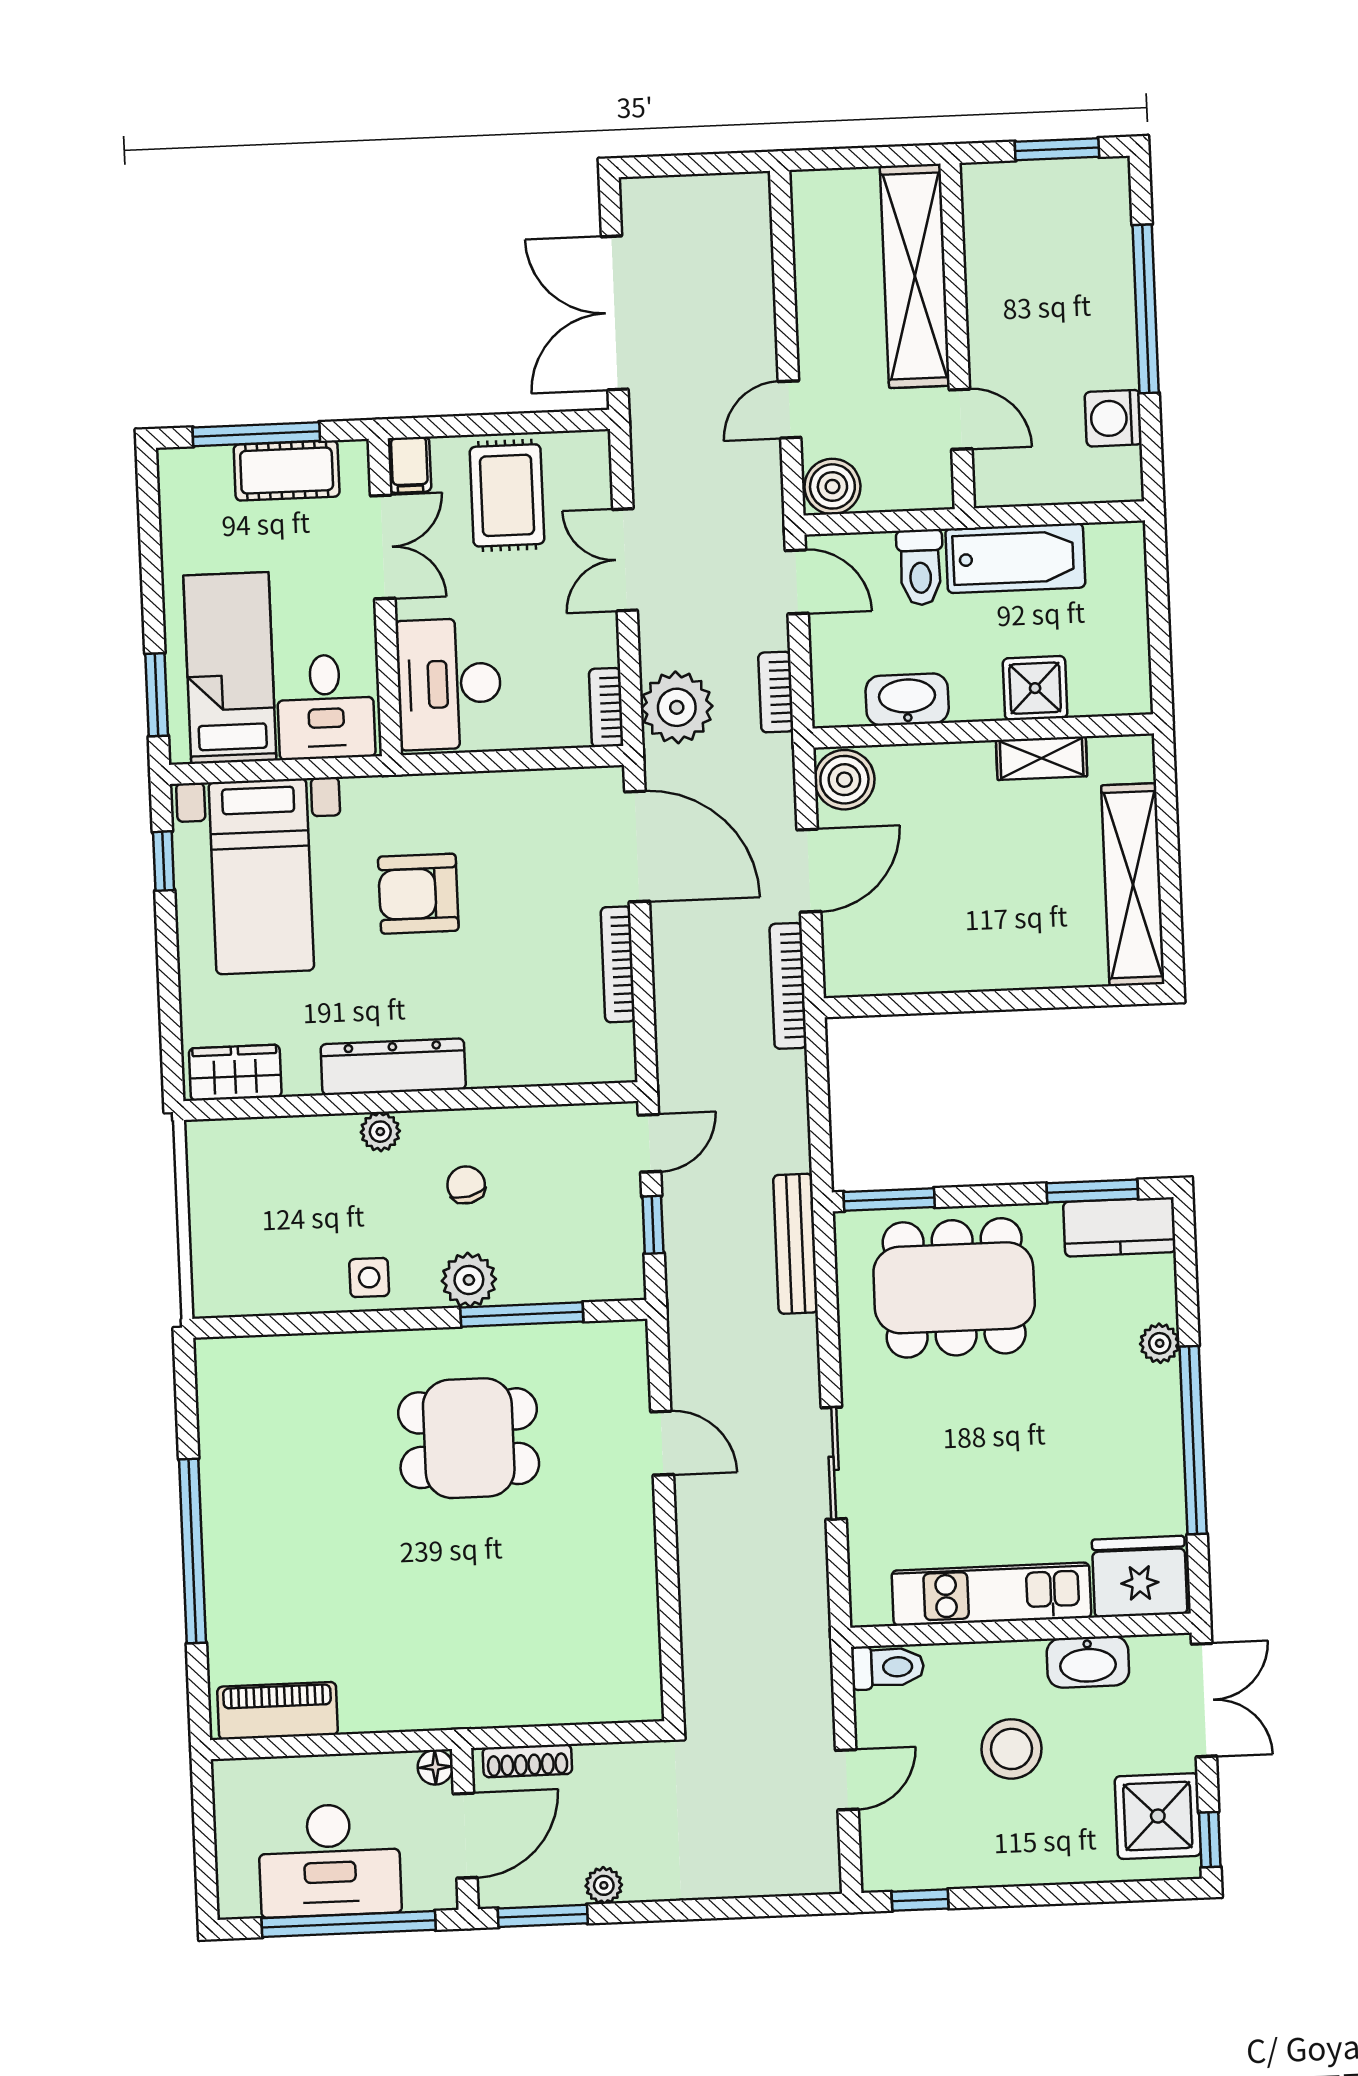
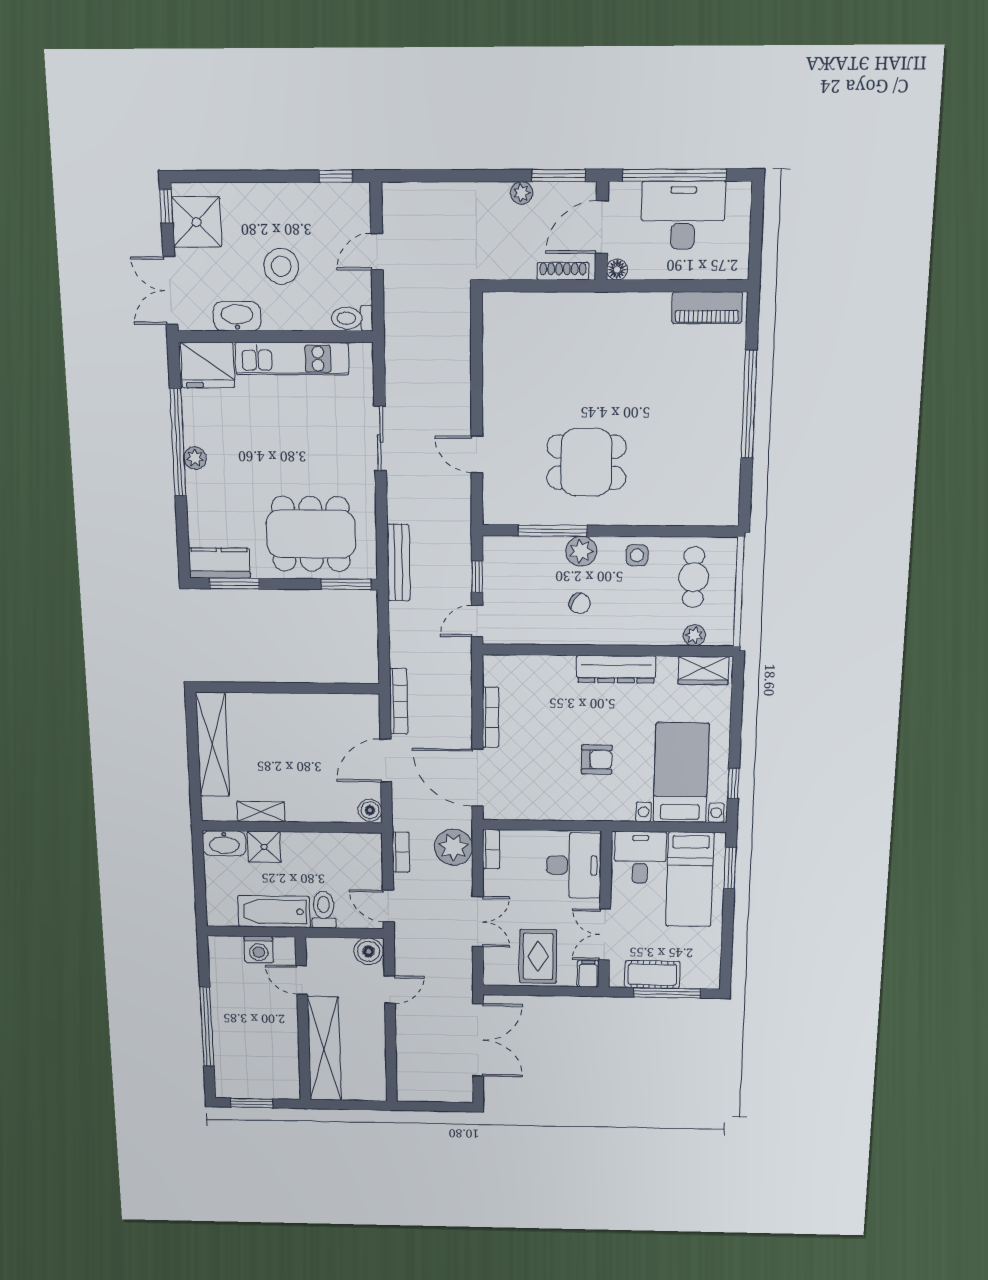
washing machine: (1113, 418) -> (259, 950), moved, turned 90
washbasin: (907, 699) -> (224, 843), moved
boiler: (844, 780) -> (370, 810), width x0.73, depth x0.73
armchair: (418, 894) -> (597, 760), width x0.72, depth x0.72
plant: (380, 1132) -> (694, 635), moved
chair: (466, 1185) -> (580, 604), turned -44
cafe table: (266, 1243) -> (694, 577), added
plant: (1160, 1343) -> (195, 458), moved

